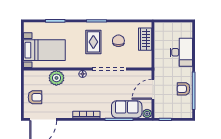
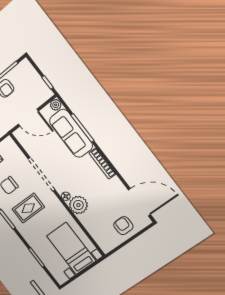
plant: (56, 78) -> (78, 205), moved
sofa: (127, 109) -> (71, 133), width x1.36

